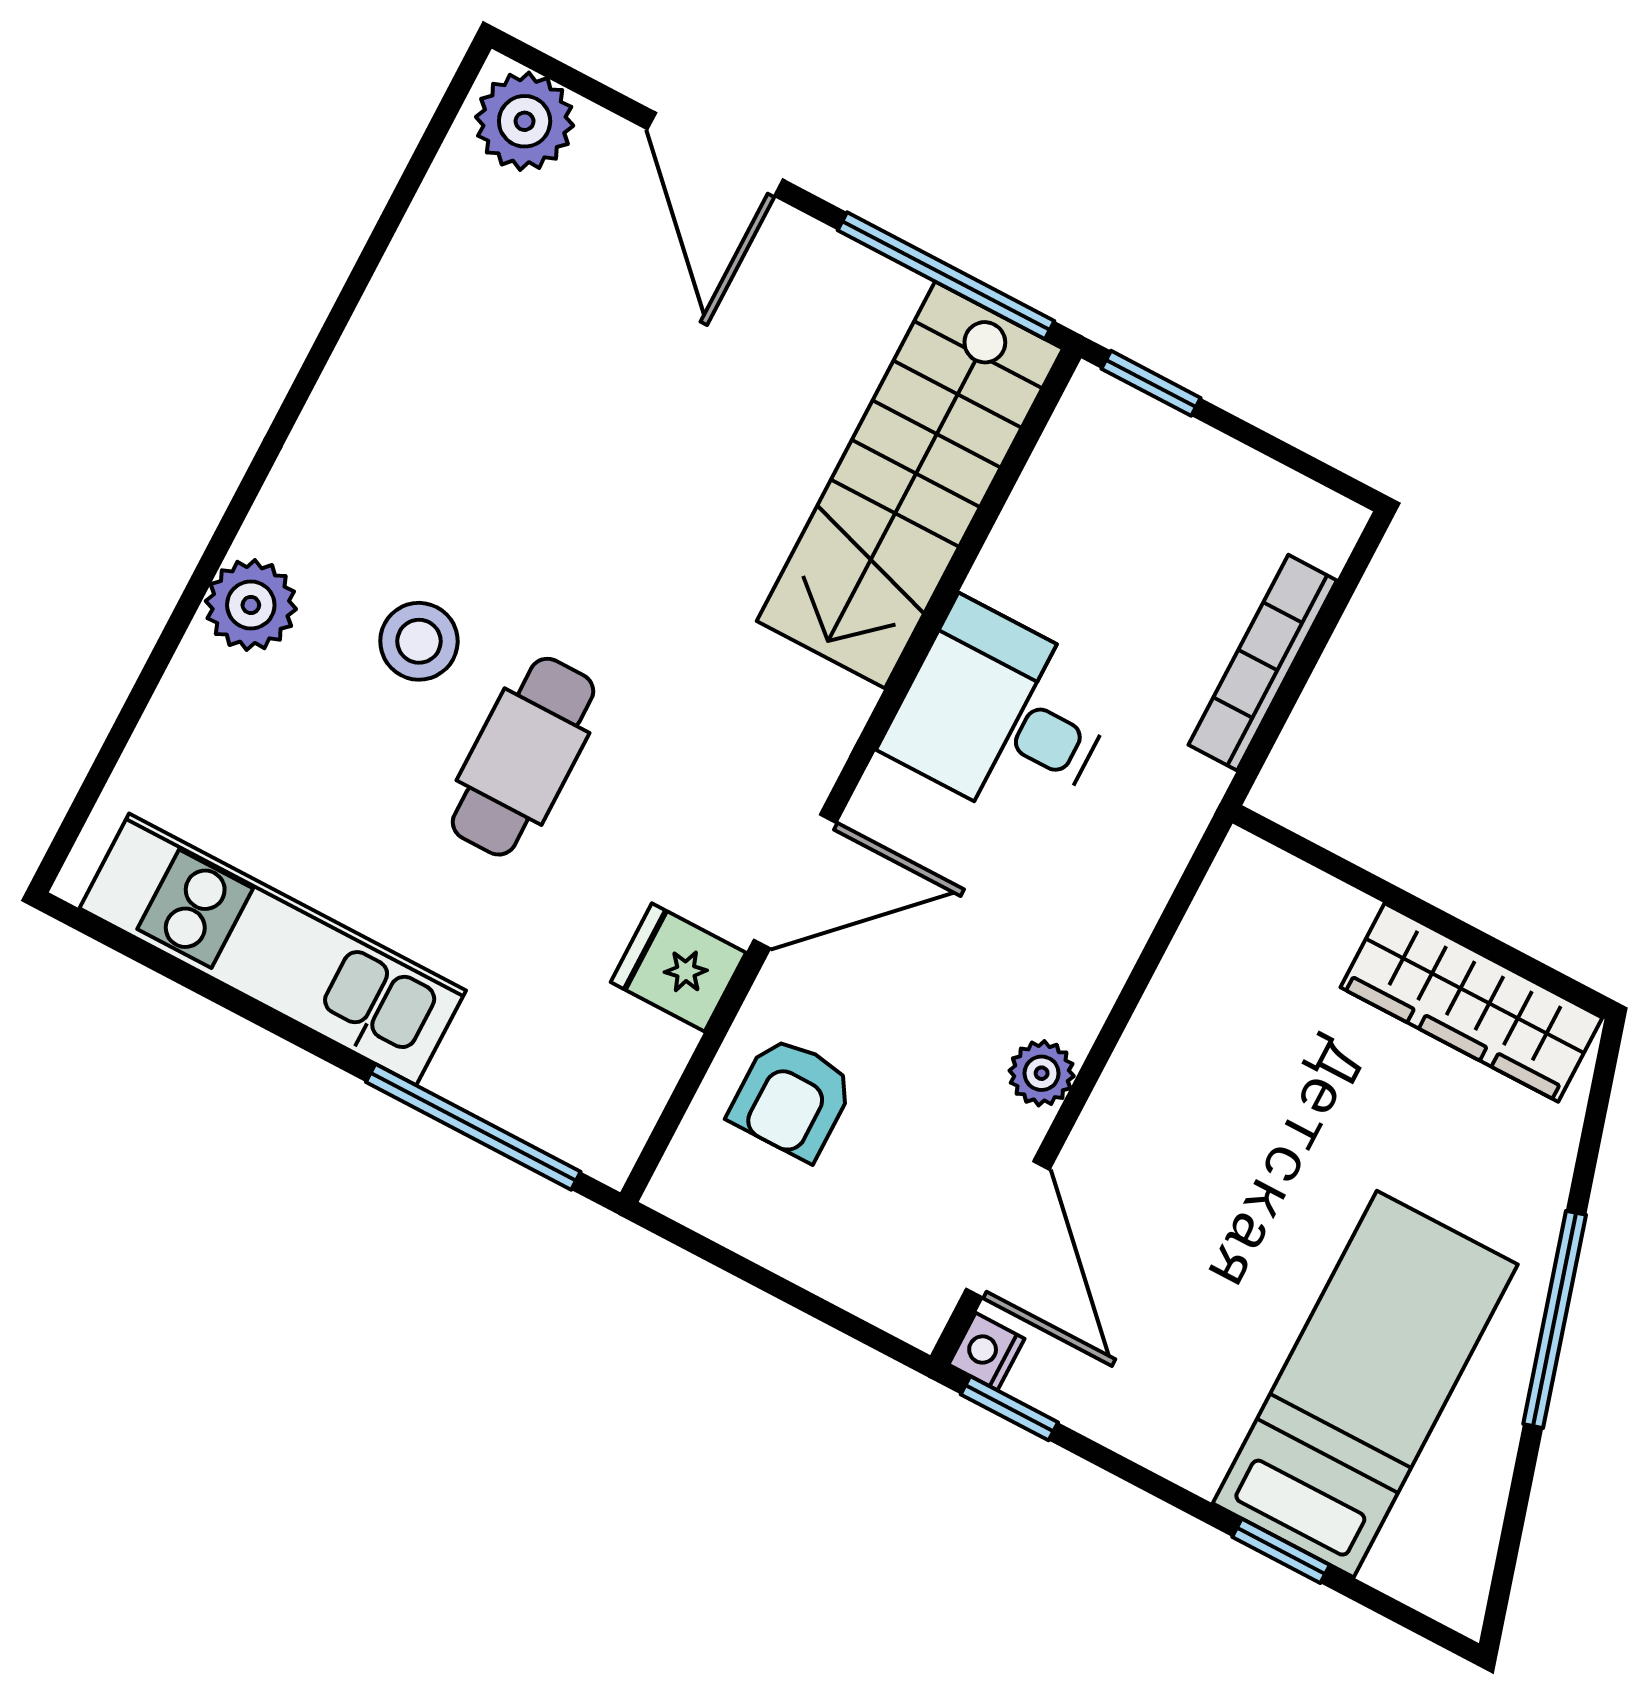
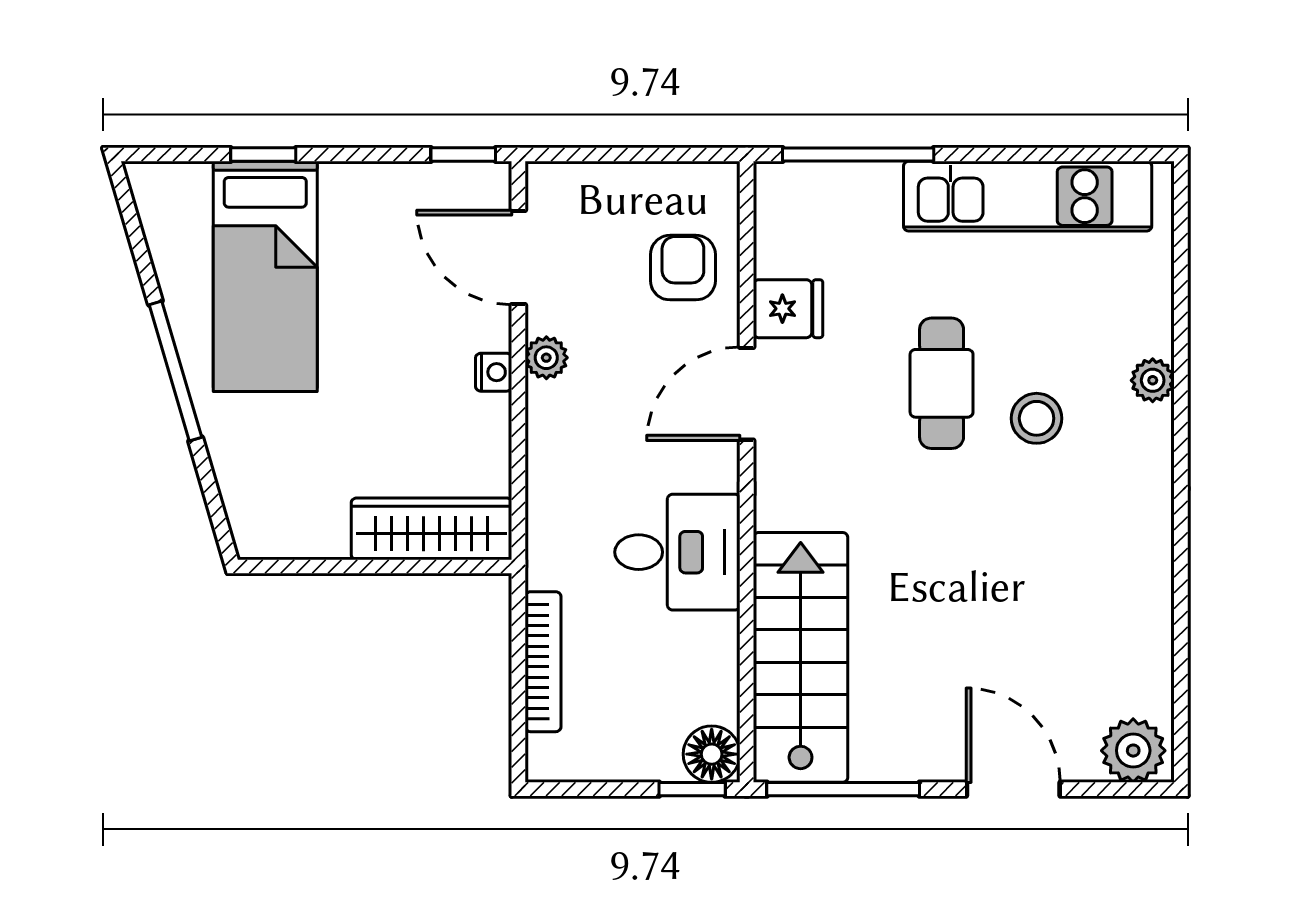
floor lamp: (1100, 417) -> (712, 754), added
plant: (251, 605) -> (1153, 380), width x0.73, depth x0.73
wardrobe: (1471, 1002) -> (432, 529), moved
nightstand: (986, 1352) -> (494, 372), moved

